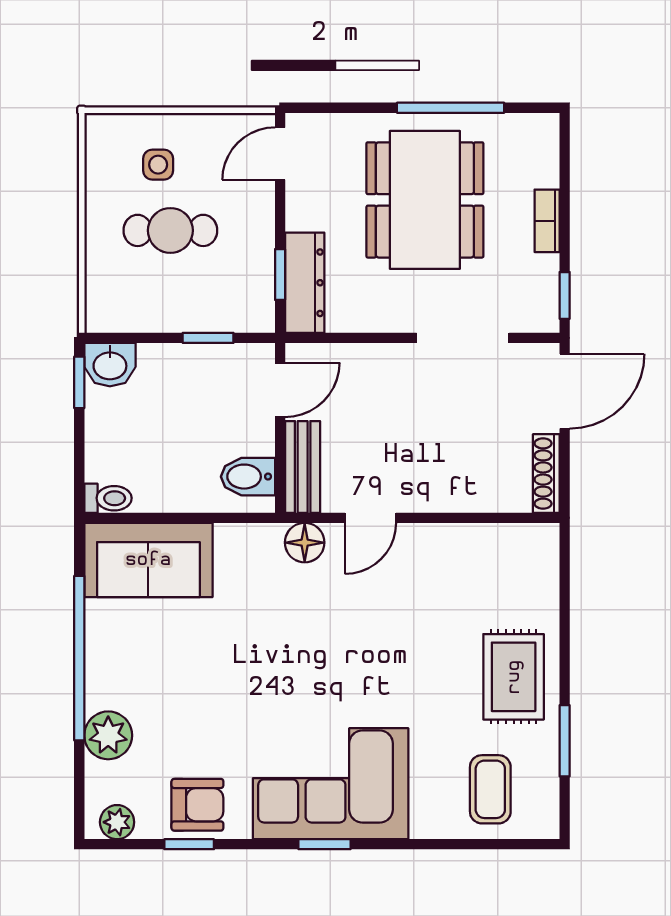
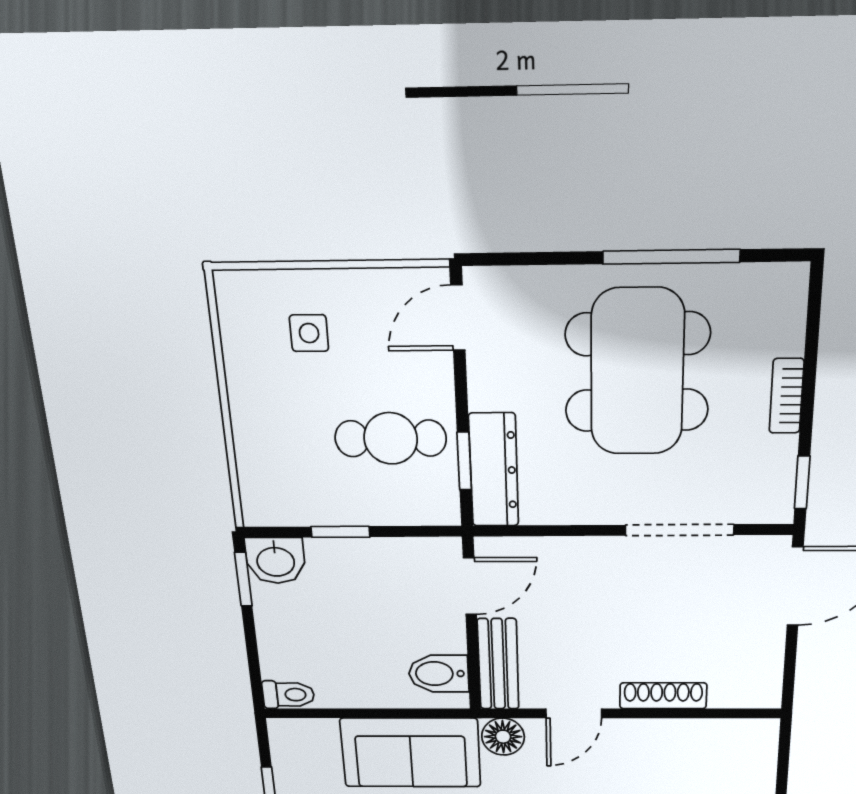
cafe table: (170, 230) -> (391, 438), moved
window: (208, 338) -> (340, 532), moved
shoe rack: (546, 473) -> (663, 696), moved, turned 90
sofa: (148, 560) -> (411, 753), moved

